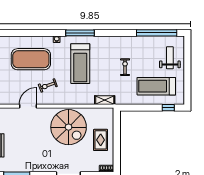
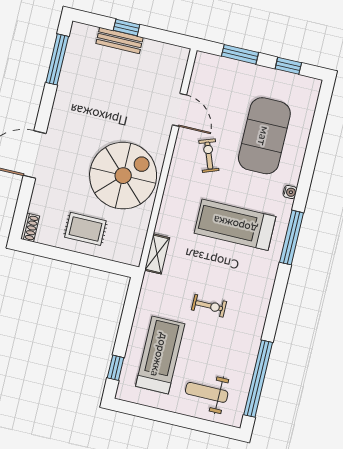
weight bench: (170, 58) -> (207, 392), turned 180
spiral stairs: (69, 127) -> (123, 176), turned 180

